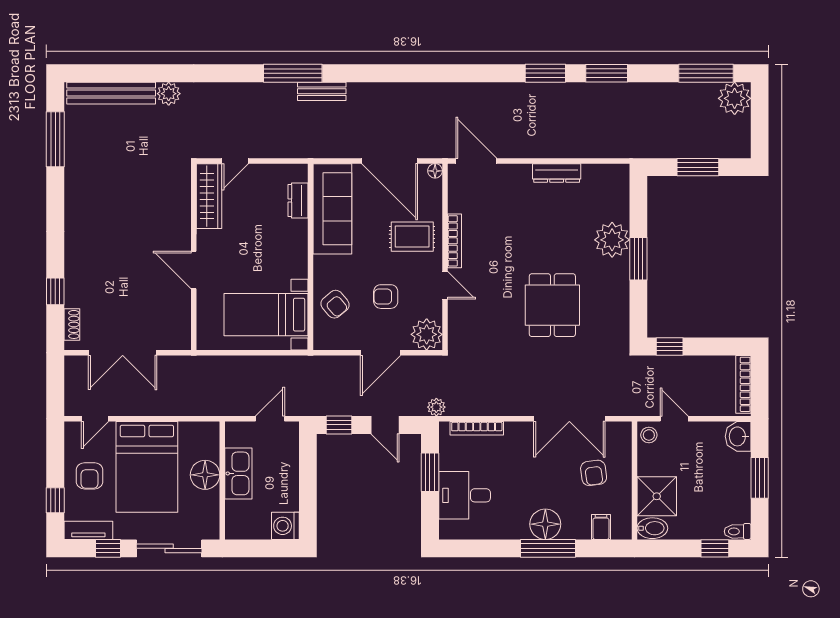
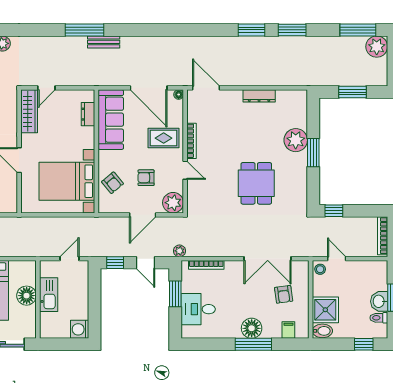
bed with nightstands: (266, 315) -> (67, 181), width x1.36
washbasin: (738, 436) -> (379, 301), moved
toilet: (738, 531) -> (379, 318), moved

